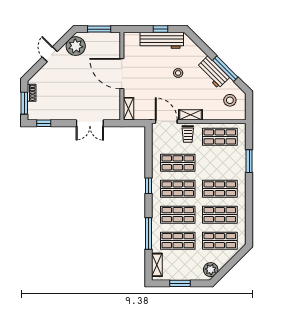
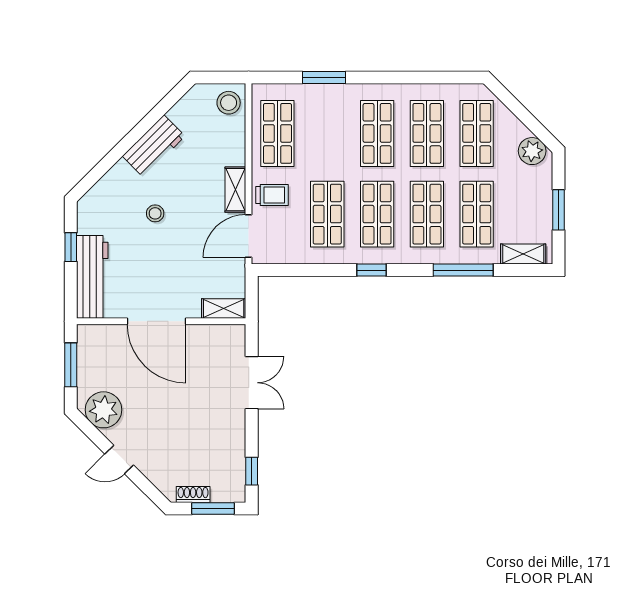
workbench: (162, 40) -> (92, 277), moved
window: (225, 69) -> (147, 123), removed
door: (122, 74) -> (156, 321), hinge flipped
stool: (230, 100) -> (229, 103), moved

